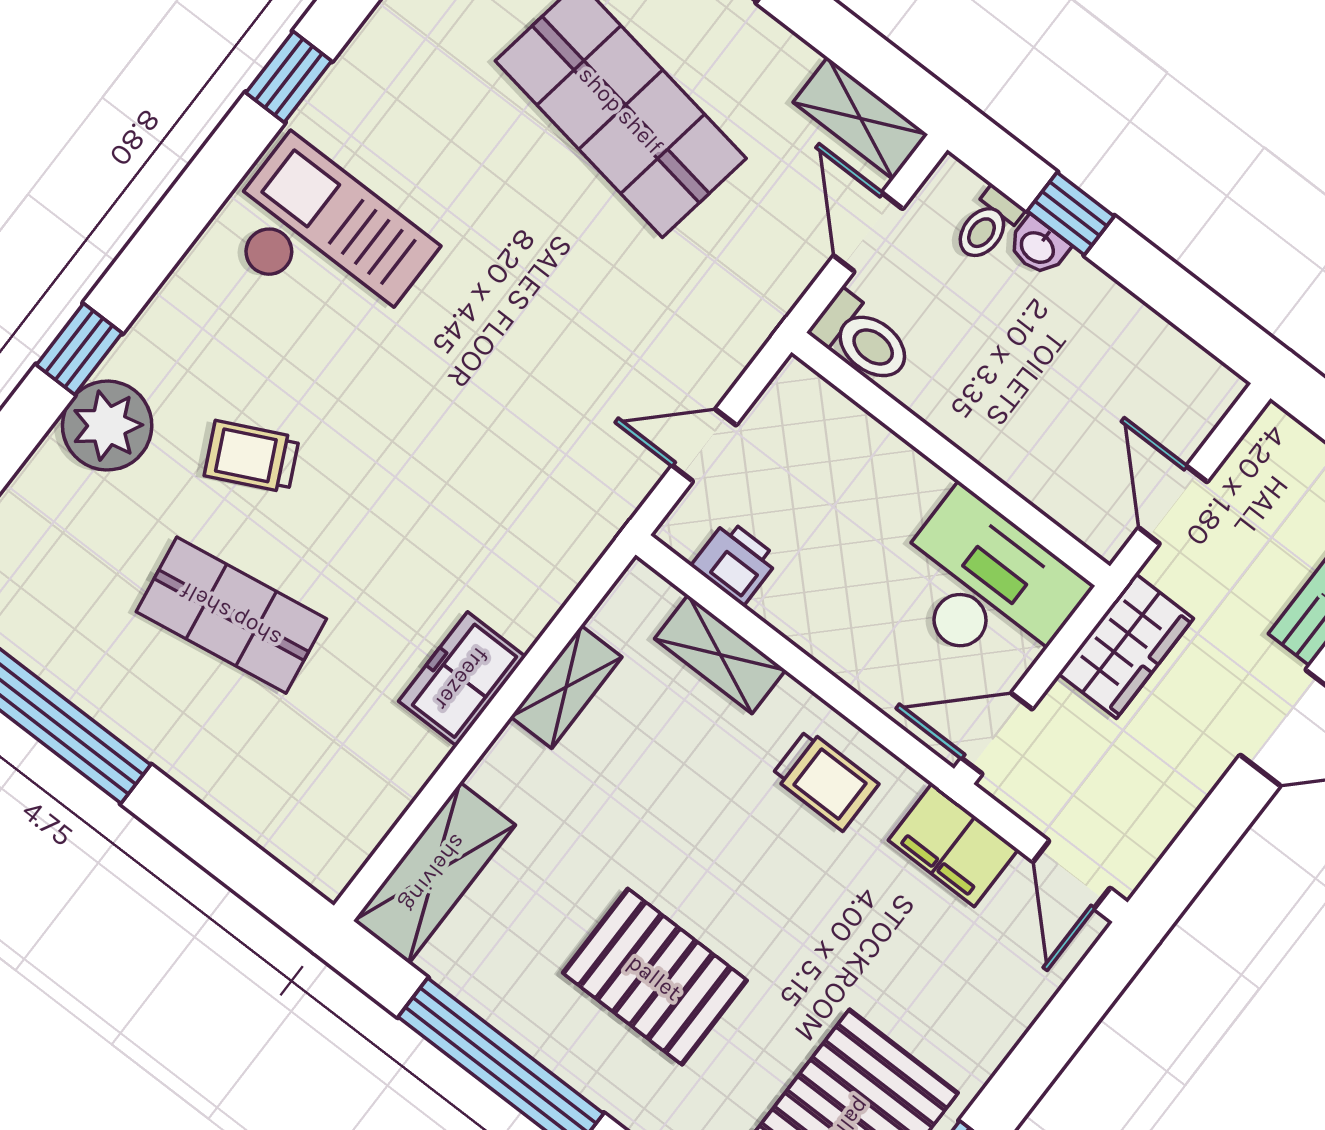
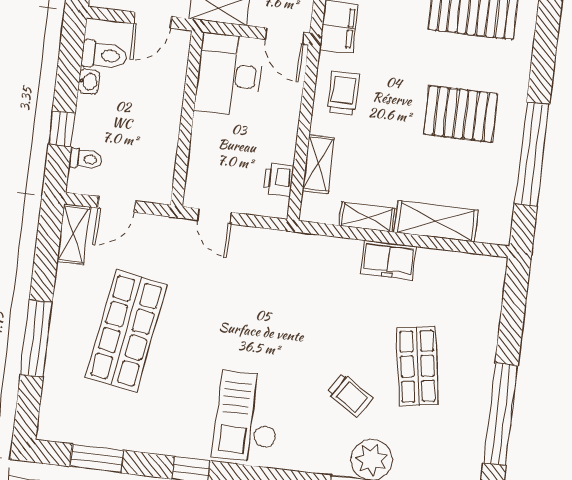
washbasin: (1038, 247) -> (89, 82), moved
toilet: (862, 339) -> (104, 55), moved, turned 90
door: (704, 445) -> (214, 216), moved
trolley: (252, 457) -> (350, 395), turned -31
shelving: (434, 873) -> (436, 221), moved
pallet: (655, 977) -> (461, 114), turned 90

